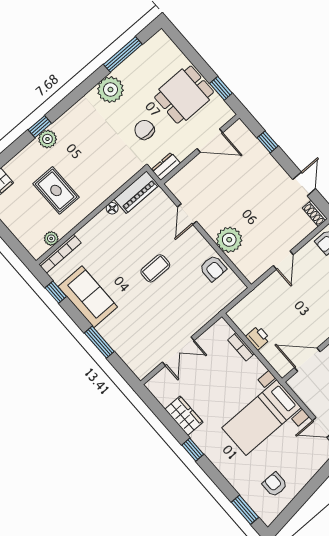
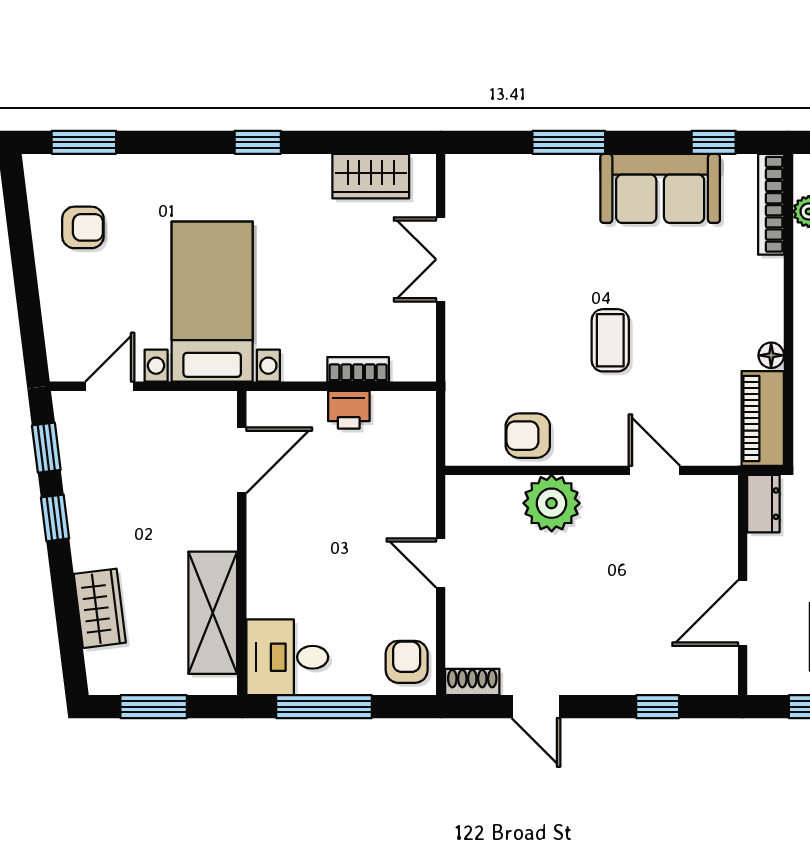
wardrobe: (184, 416) -> (371, 176), moved

